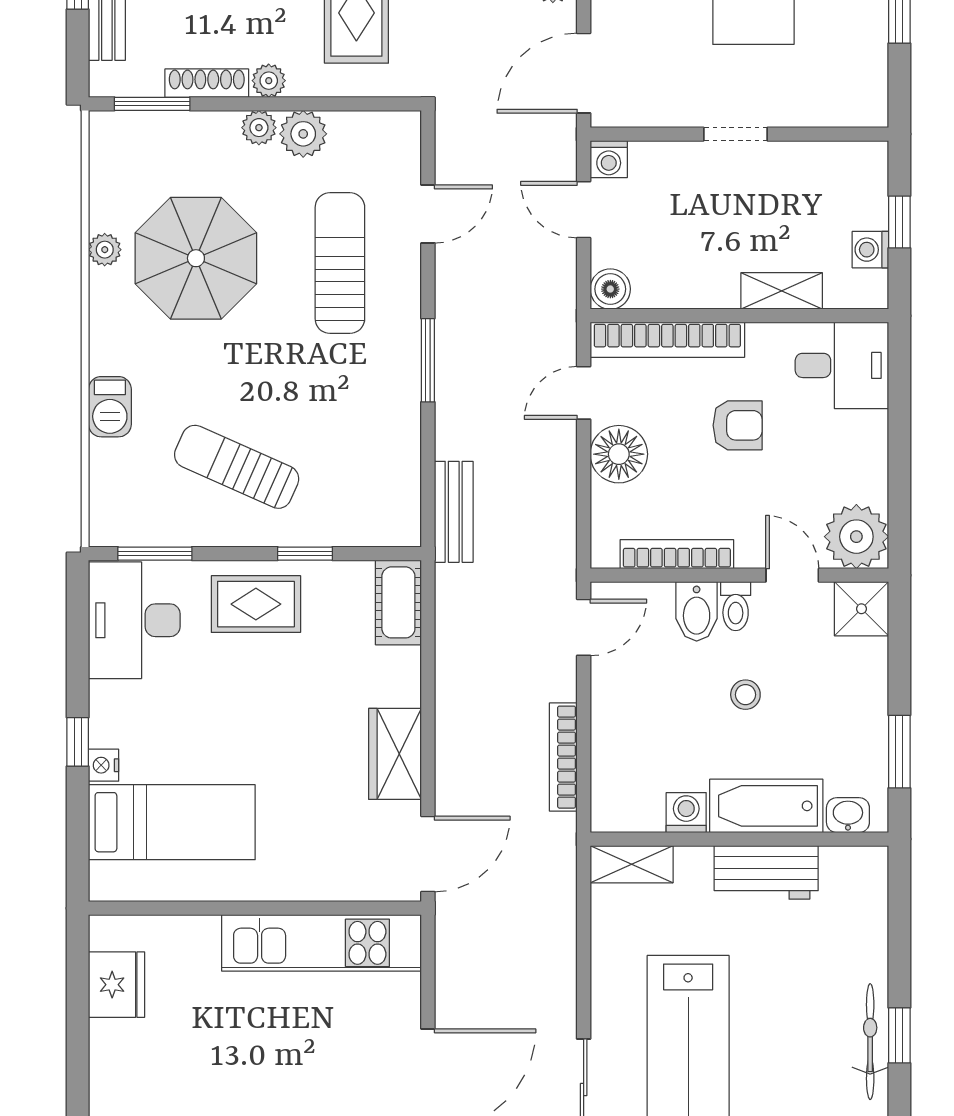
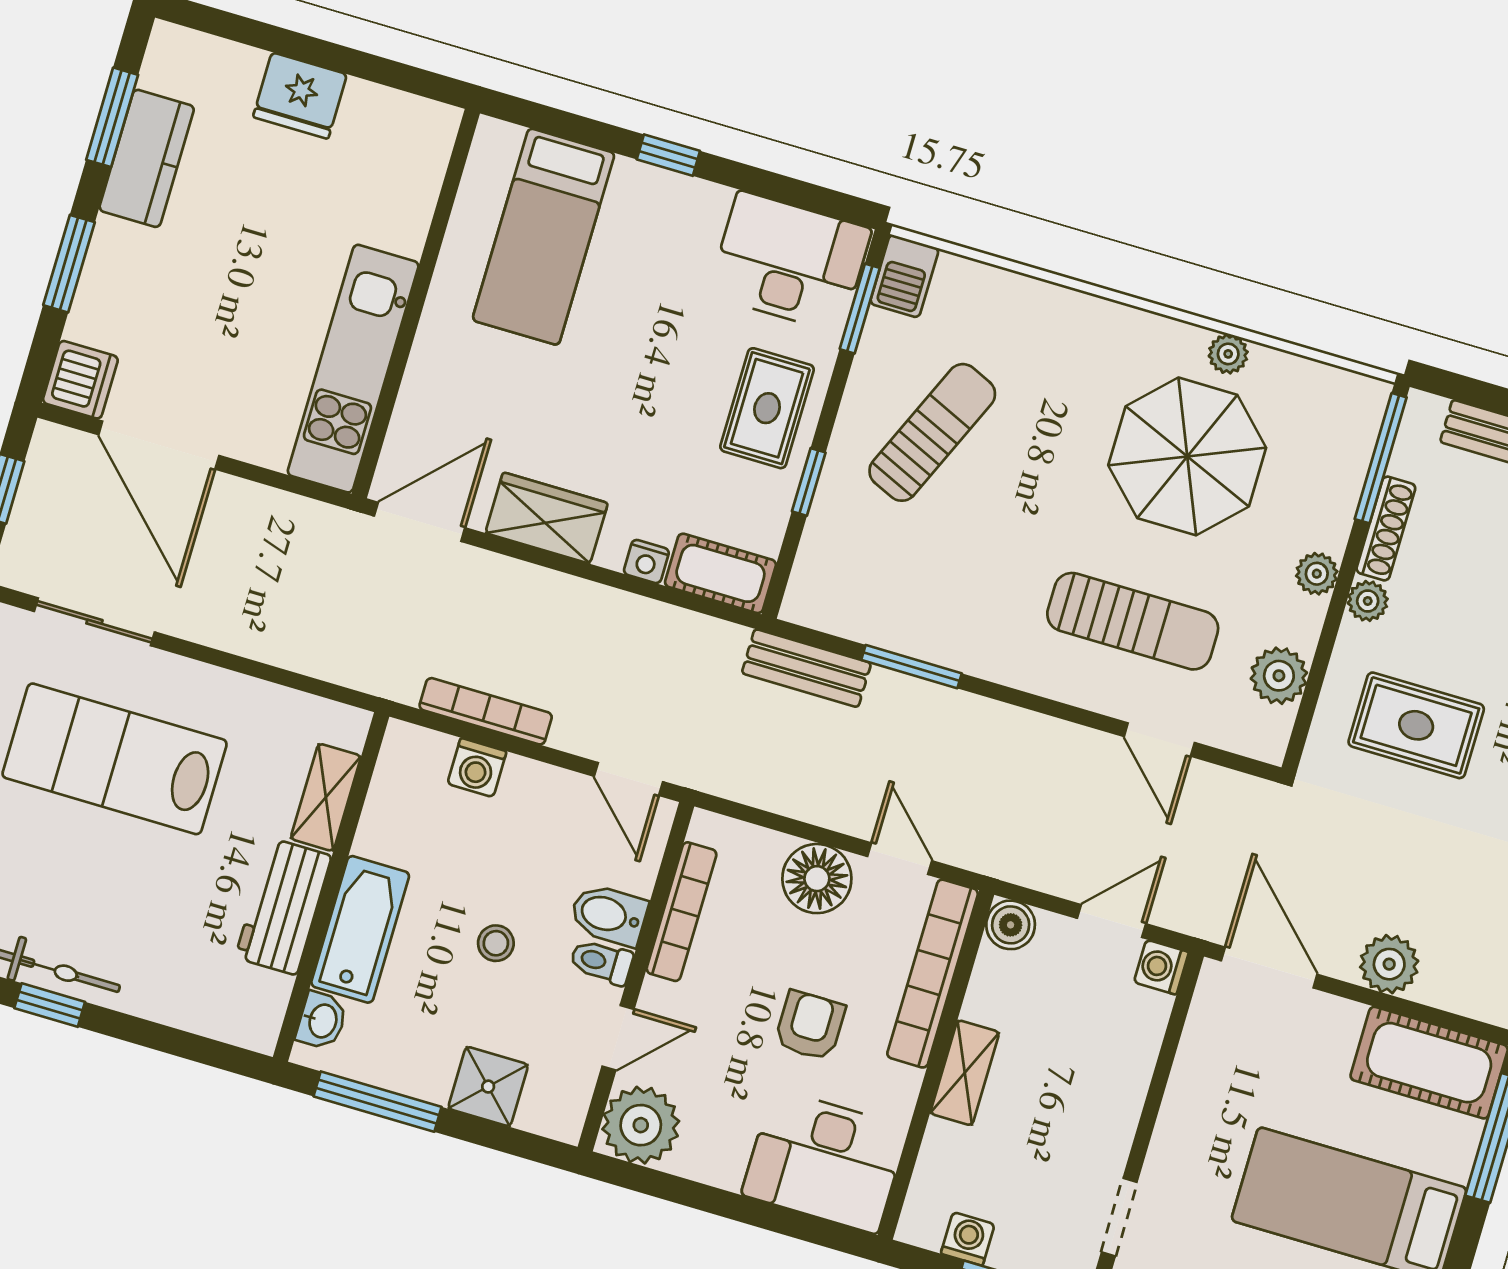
window: (152, 104) -> (1381, 458), width x1.44
plant: (303, 134) -> (1279, 676), moved
doorway: (736, 134) -> (1119, 1217), moved
shelving: (782, 291) -> (965, 1073), moved
window: (428, 360) -> (911, 667), moved
desk: (842, 365) -> (825, 1161), width x1.37
barbecue: (110, 407) -> (904, 276), moved, turned -90
armchair: (738, 425) -> (810, 1026), turned 180
shower: (861, 609) -> (488, 1087), moved
window: (899, 752) -> (378, 1102), width x1.44
nightstand: (104, 765) -> (646, 562), moved, turned 180
washing machine: (686, 813) -> (477, 768), moved, turned 90
door: (428, 854) -> (420, 522), swing flipped
shelving: (632, 864) -> (326, 797), moved
fridge: (117, 985) -> (300, 96), moved

